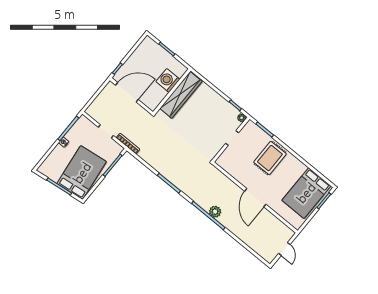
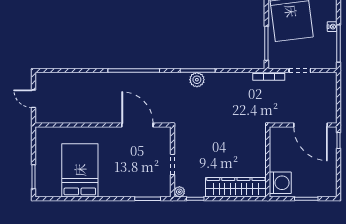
washing machine: (168, 80) -> (280, 183), moved
door: (127, 92) -> (311, 125), hinge flipped
wardrobe: (181, 95) -> (236, 187), moved, turned 90
rug: (270, 158) -> (120, 175), removed
bed: (306, 193) -> (80, 170), moved
door: (255, 198) -> (137, 125), moved
plant: (215, 212) -> (197, 80), moved

